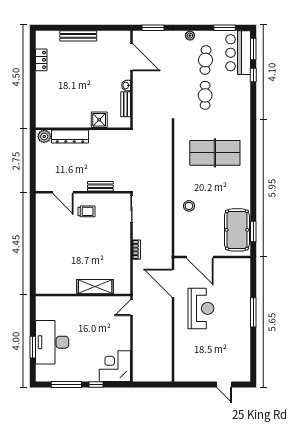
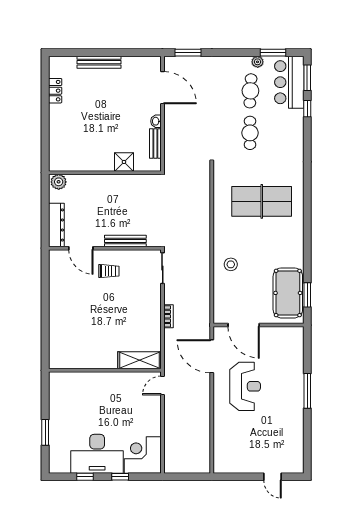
plant: (190, 36) -> (258, 62), moved
dresser: (70, 137) -> (56, 225), moved, turned -90
bench: (100, 186) -> (125, 241), width x1.36
shelving: (95, 287) -> (139, 360), moved
desk: (52, 342) -> (97, 454), moved, turned -90
window: (66, 384) -> (85, 477), width x0.46

